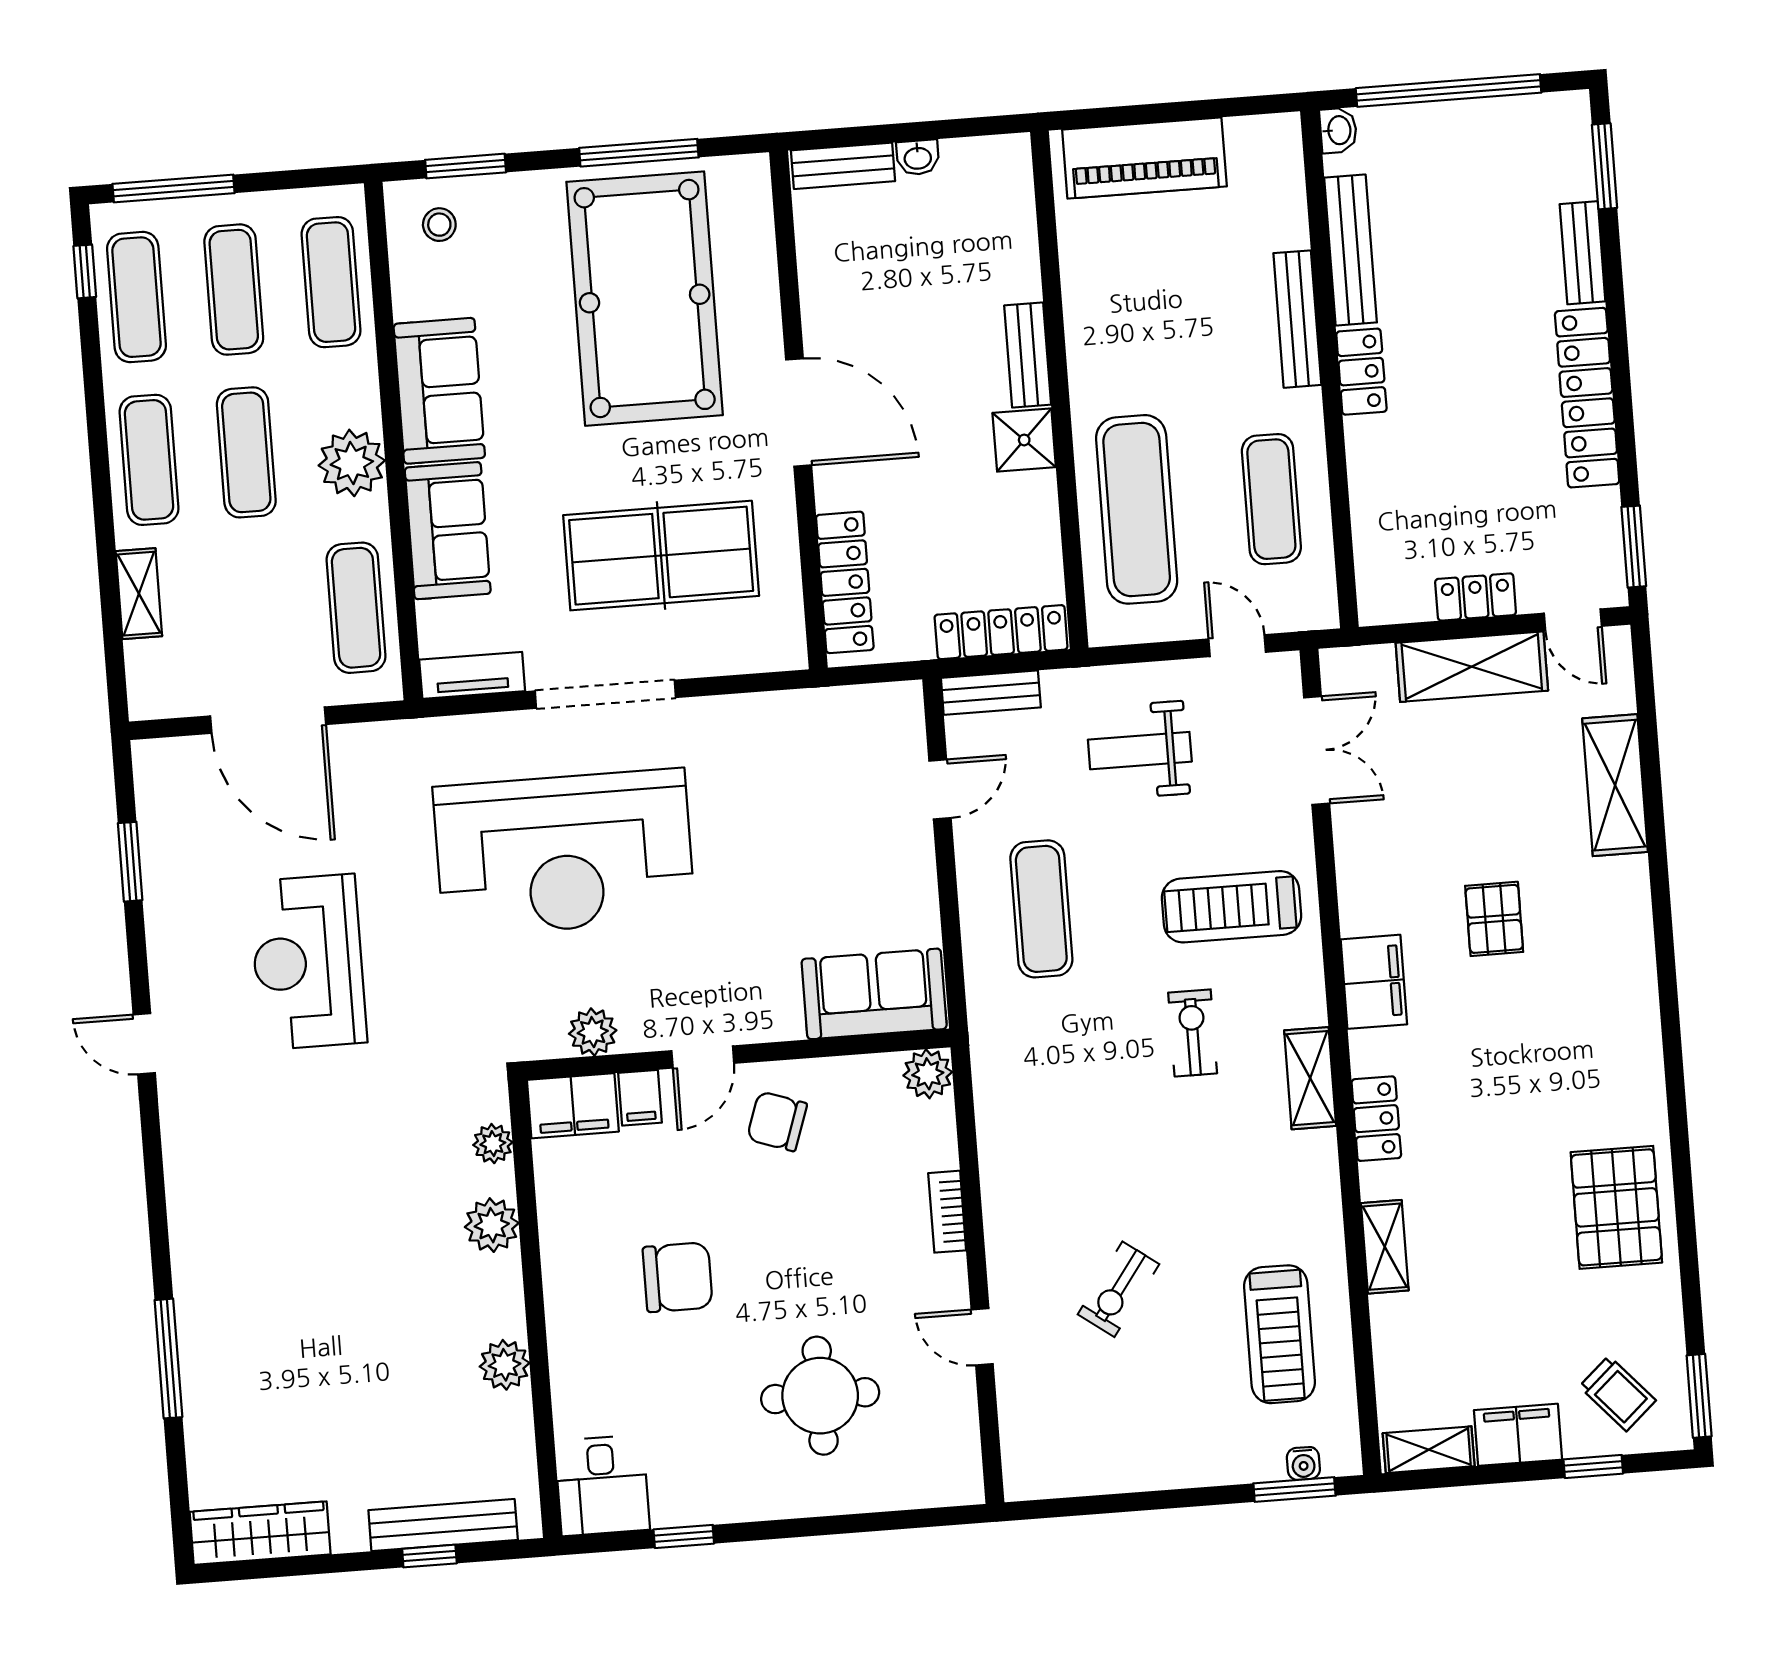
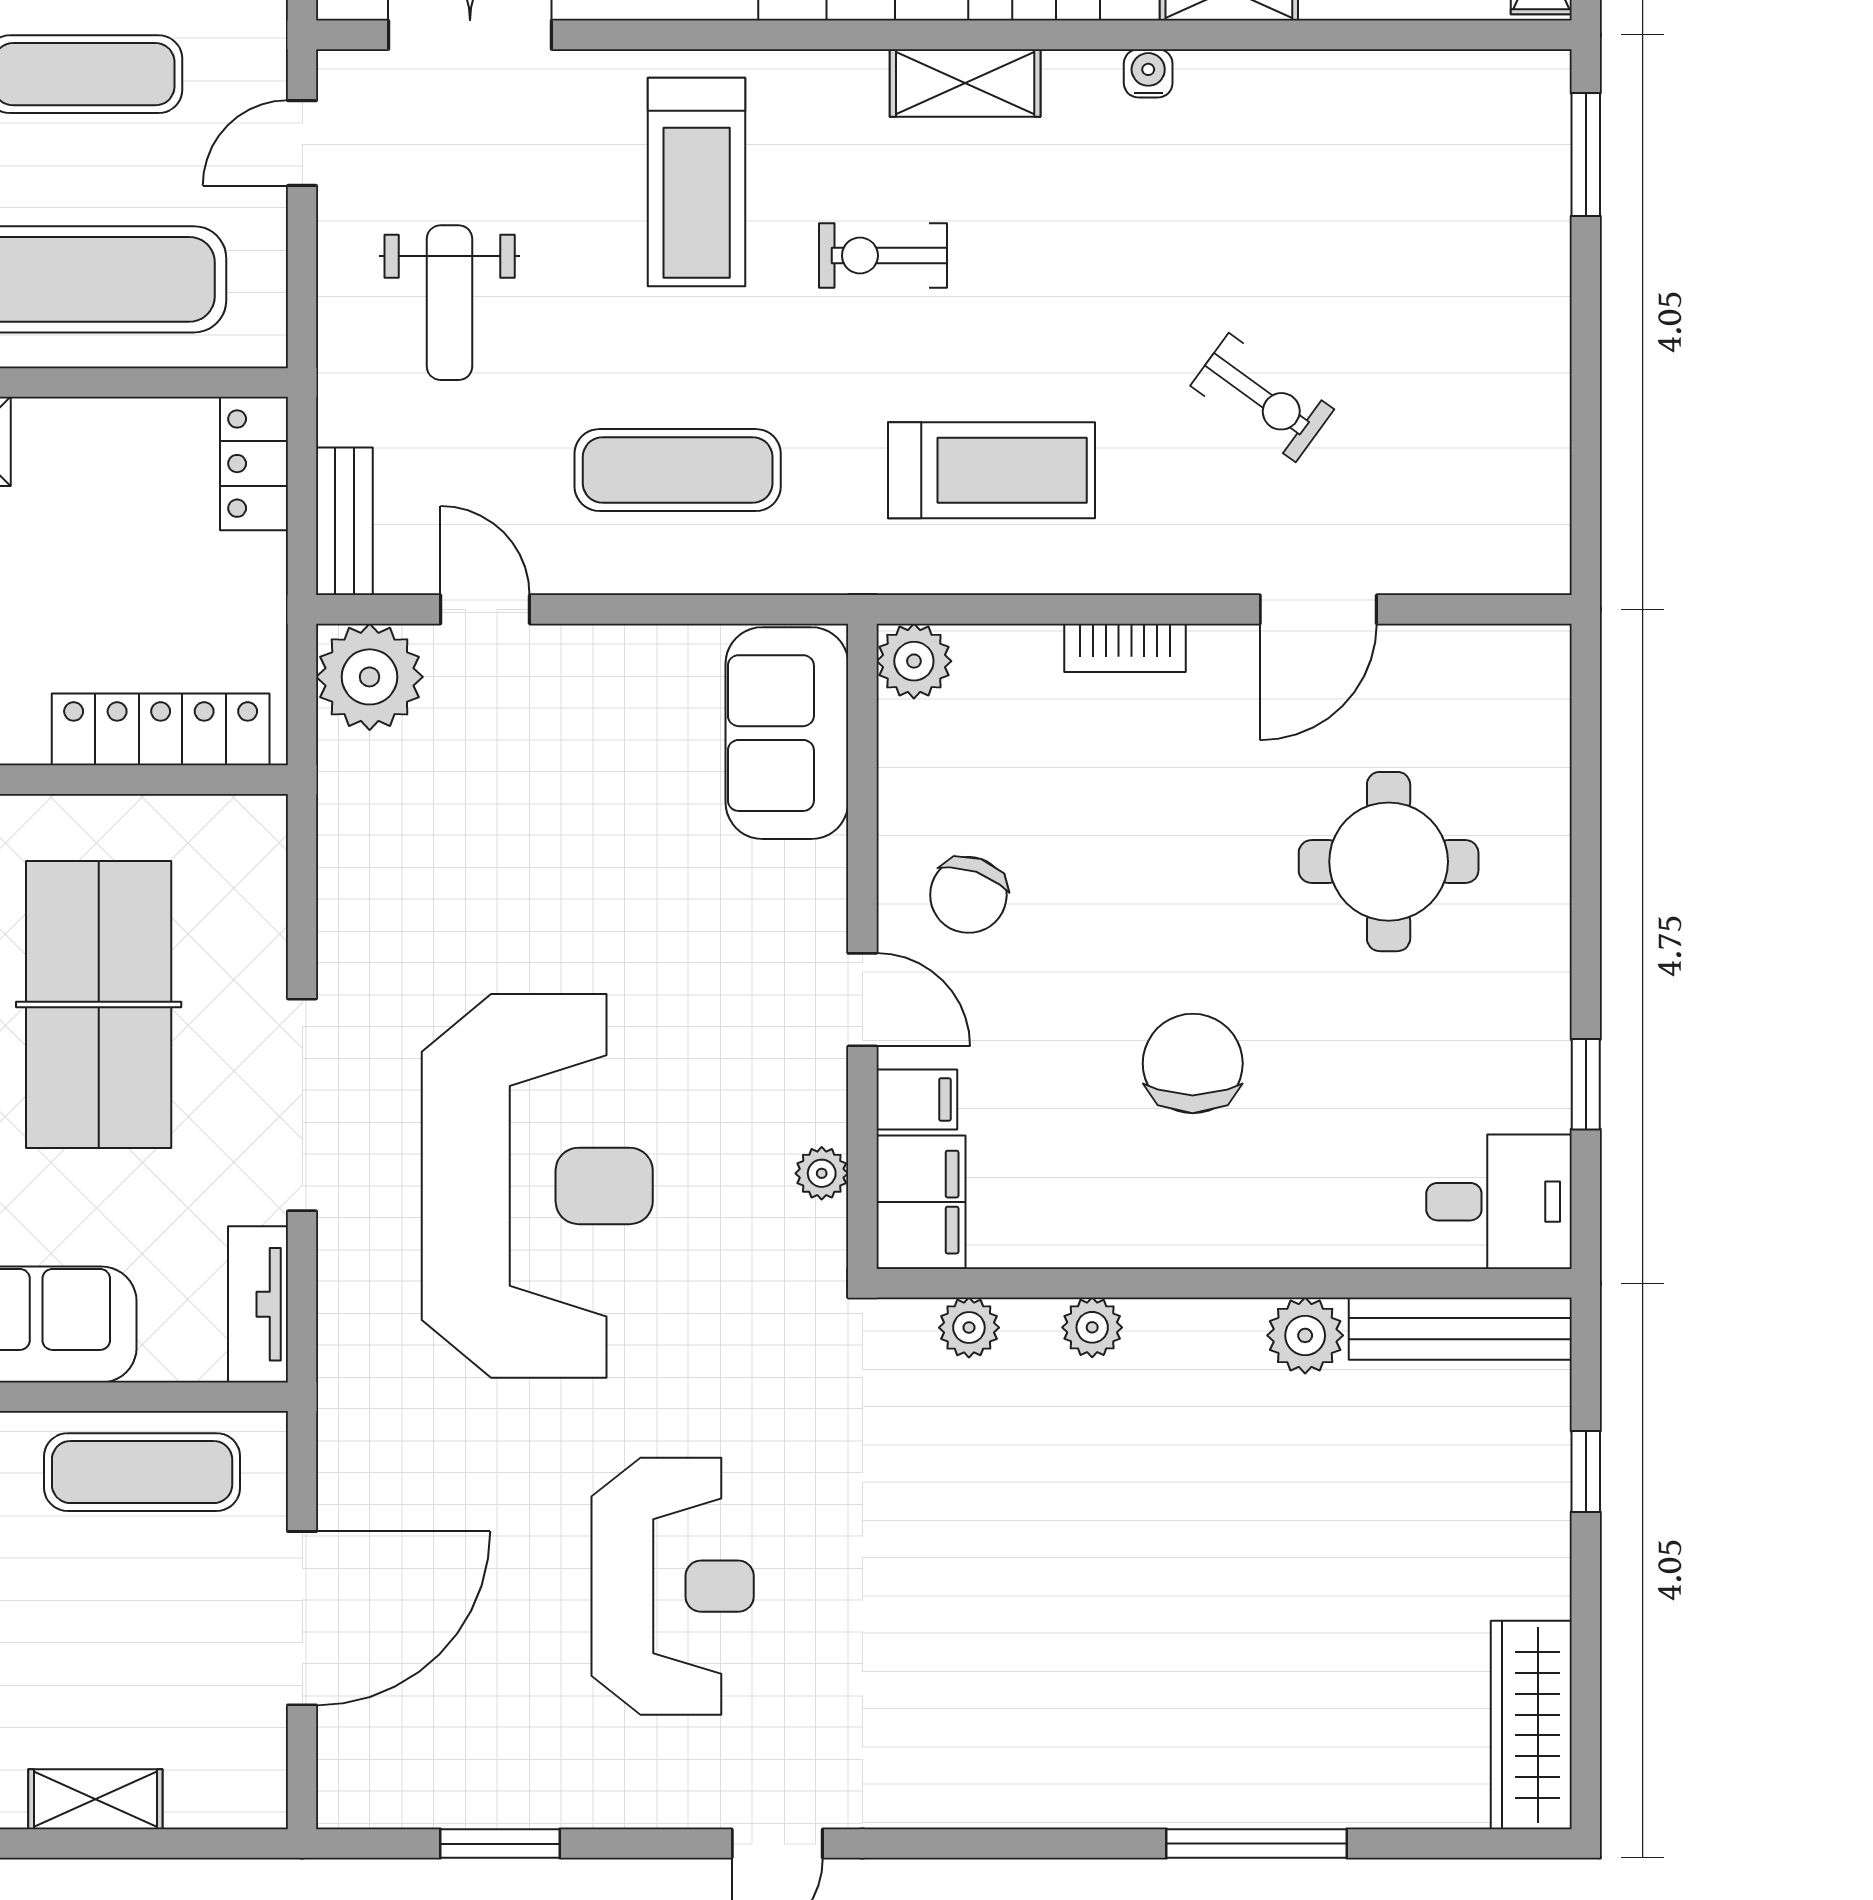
locker: (1001, 632) -> (254, 464), width x0.66
plant: (890, 717) -> (370, 677), added
reception desk: (308, 962) -> (673, 1586), turned -90
plant: (593, 1032) -> (822, 1173), width x0.73, depth x0.73
plant: (492, 1225) -> (1092, 1327), width x0.73, depth x0.73
treadmill: (1280, 1334) -> (991, 470), moved
door: (982, 1337) -> (1318, 609), width x1.38
water cooler: (1303, 1463) -> (1148, 73), moved, turned -90
bench: (443, 1525) -> (1460, 1329), moved, turned 90

